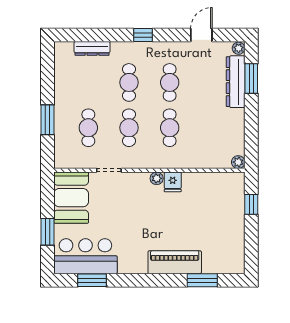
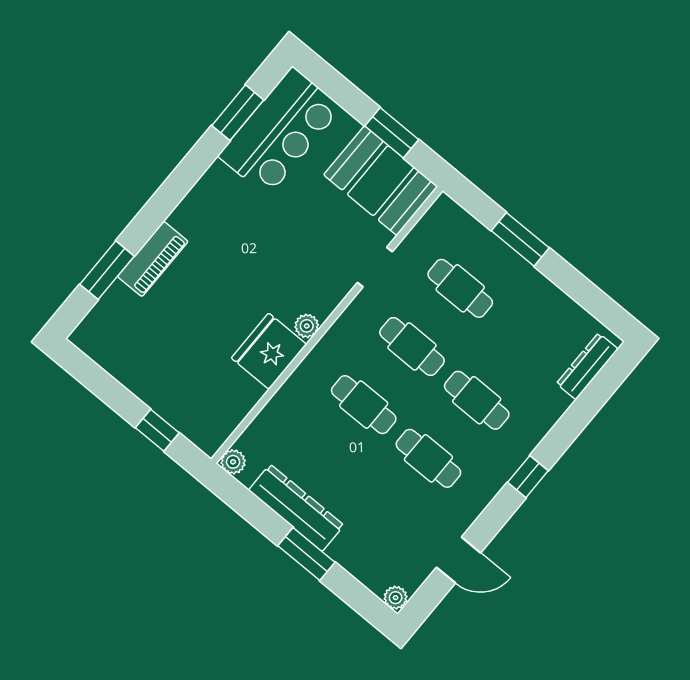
door: (201, 35) -> (459, 560), hinge flipped
dresser: (92, 48) -> (587, 366), moved
window: (251, 78) -> (306, 554), moved
dresser: (236, 82) -> (296, 508), moved
fridge: (173, 182) -> (269, 351), width x1.88, depth x1.34
window: (47, 232) -> (392, 133), moved
piano: (175, 262) -> (153, 259), width x0.73, depth x0.75

